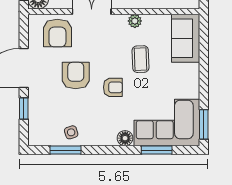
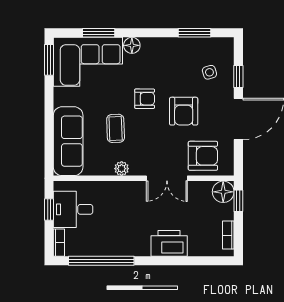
armchair: (57, 33) -> (203, 156), turned 90
sofa: (186, 38) -> (68, 141), width x1.36
armchair: (113, 87) -> (145, 99), turned 180
side table: (71, 132) -> (209, 72), moved

